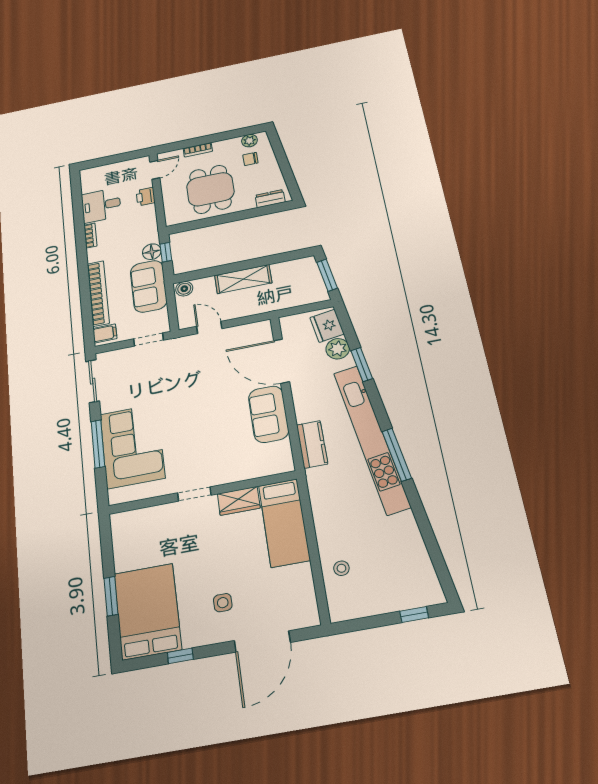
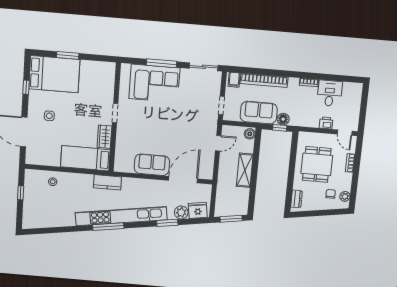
dining table: (210, 189) -> (317, 164), turned 90
kitchen counter: (312, 444) -> (107, 182), moved
window: (414, 615) -> (21, 193), moved

